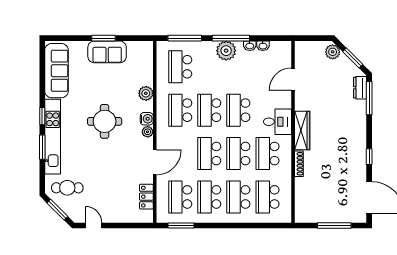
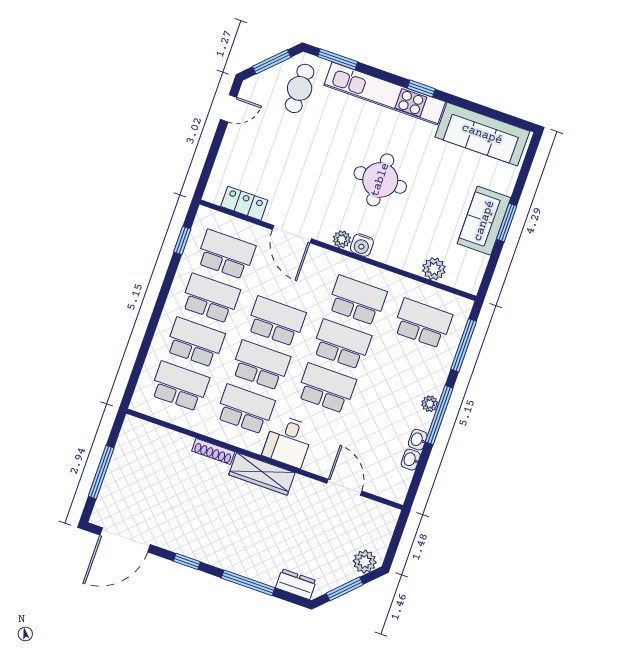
plant: (226, 51) -> (430, 404), width x0.53, depth x0.53
plant: (146, 93) -> (434, 269), moved
window: (369, 98) -> (248, 583), moved
window: (42, 147) -> (338, 59), moved
window: (181, 226) -> (182, 240), width x0.67

